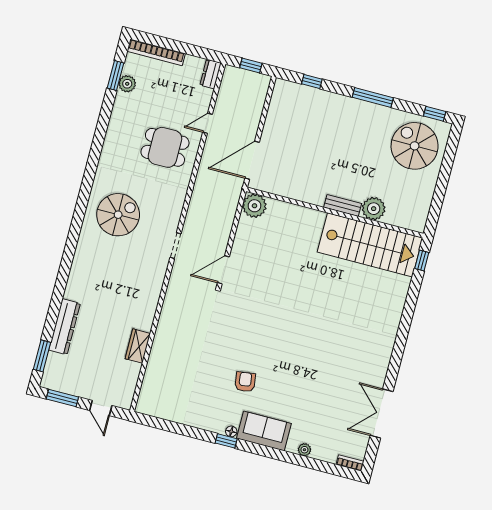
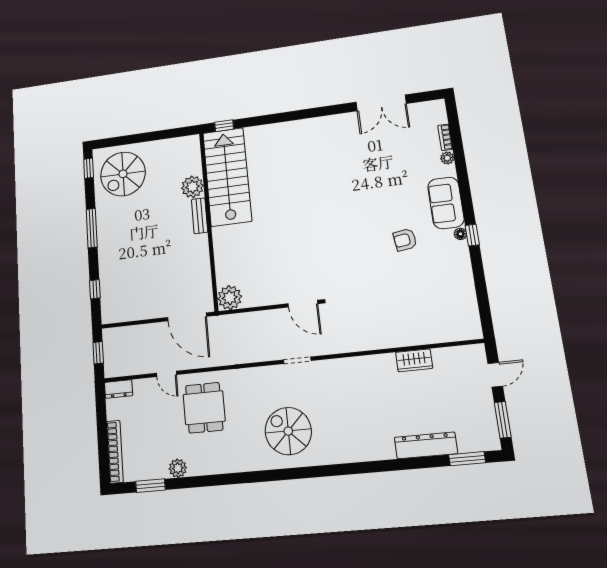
plant: (127, 84) -> (178, 468), moved
bookcase: (350, 463) -> (445, 137), moved

